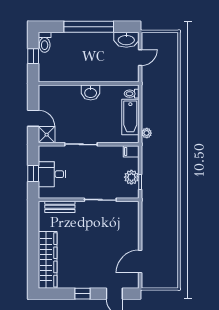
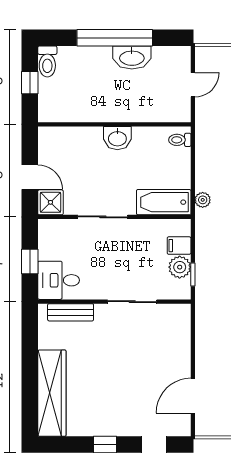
washbasin: (126, 40) -> (132, 57), moved
bathtub: (130, 117) -> (164, 202), moved, turned 90
filing cabinet: (131, 151) -> (179, 246), moved
desk: (52, 174) -> (59, 280), moved

